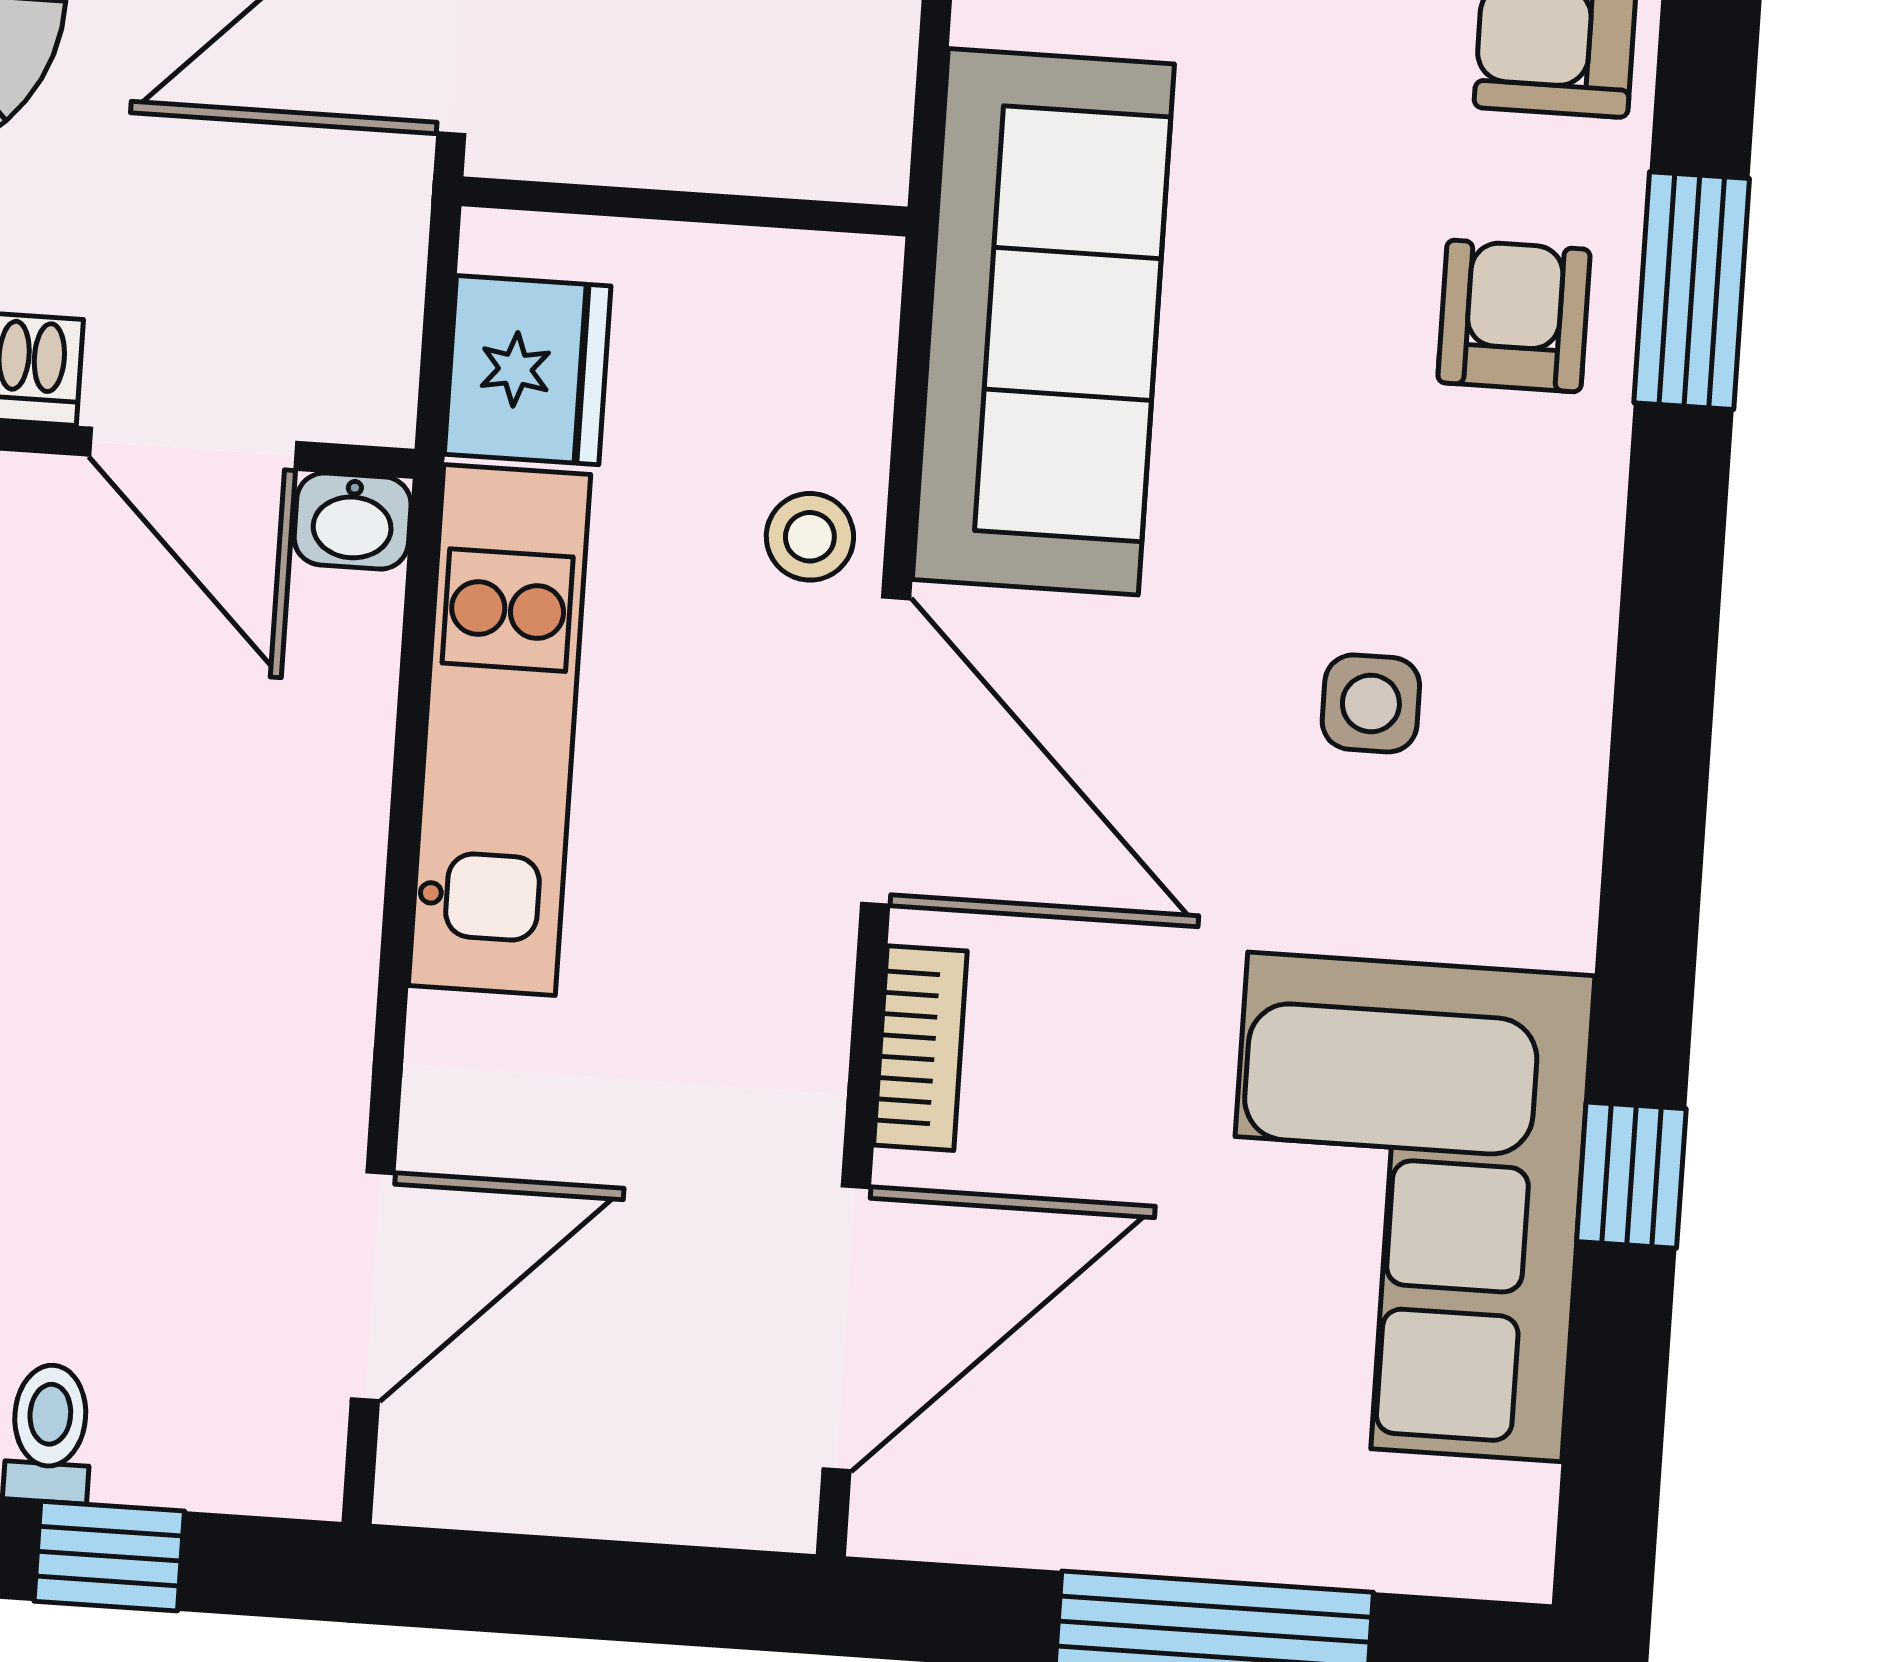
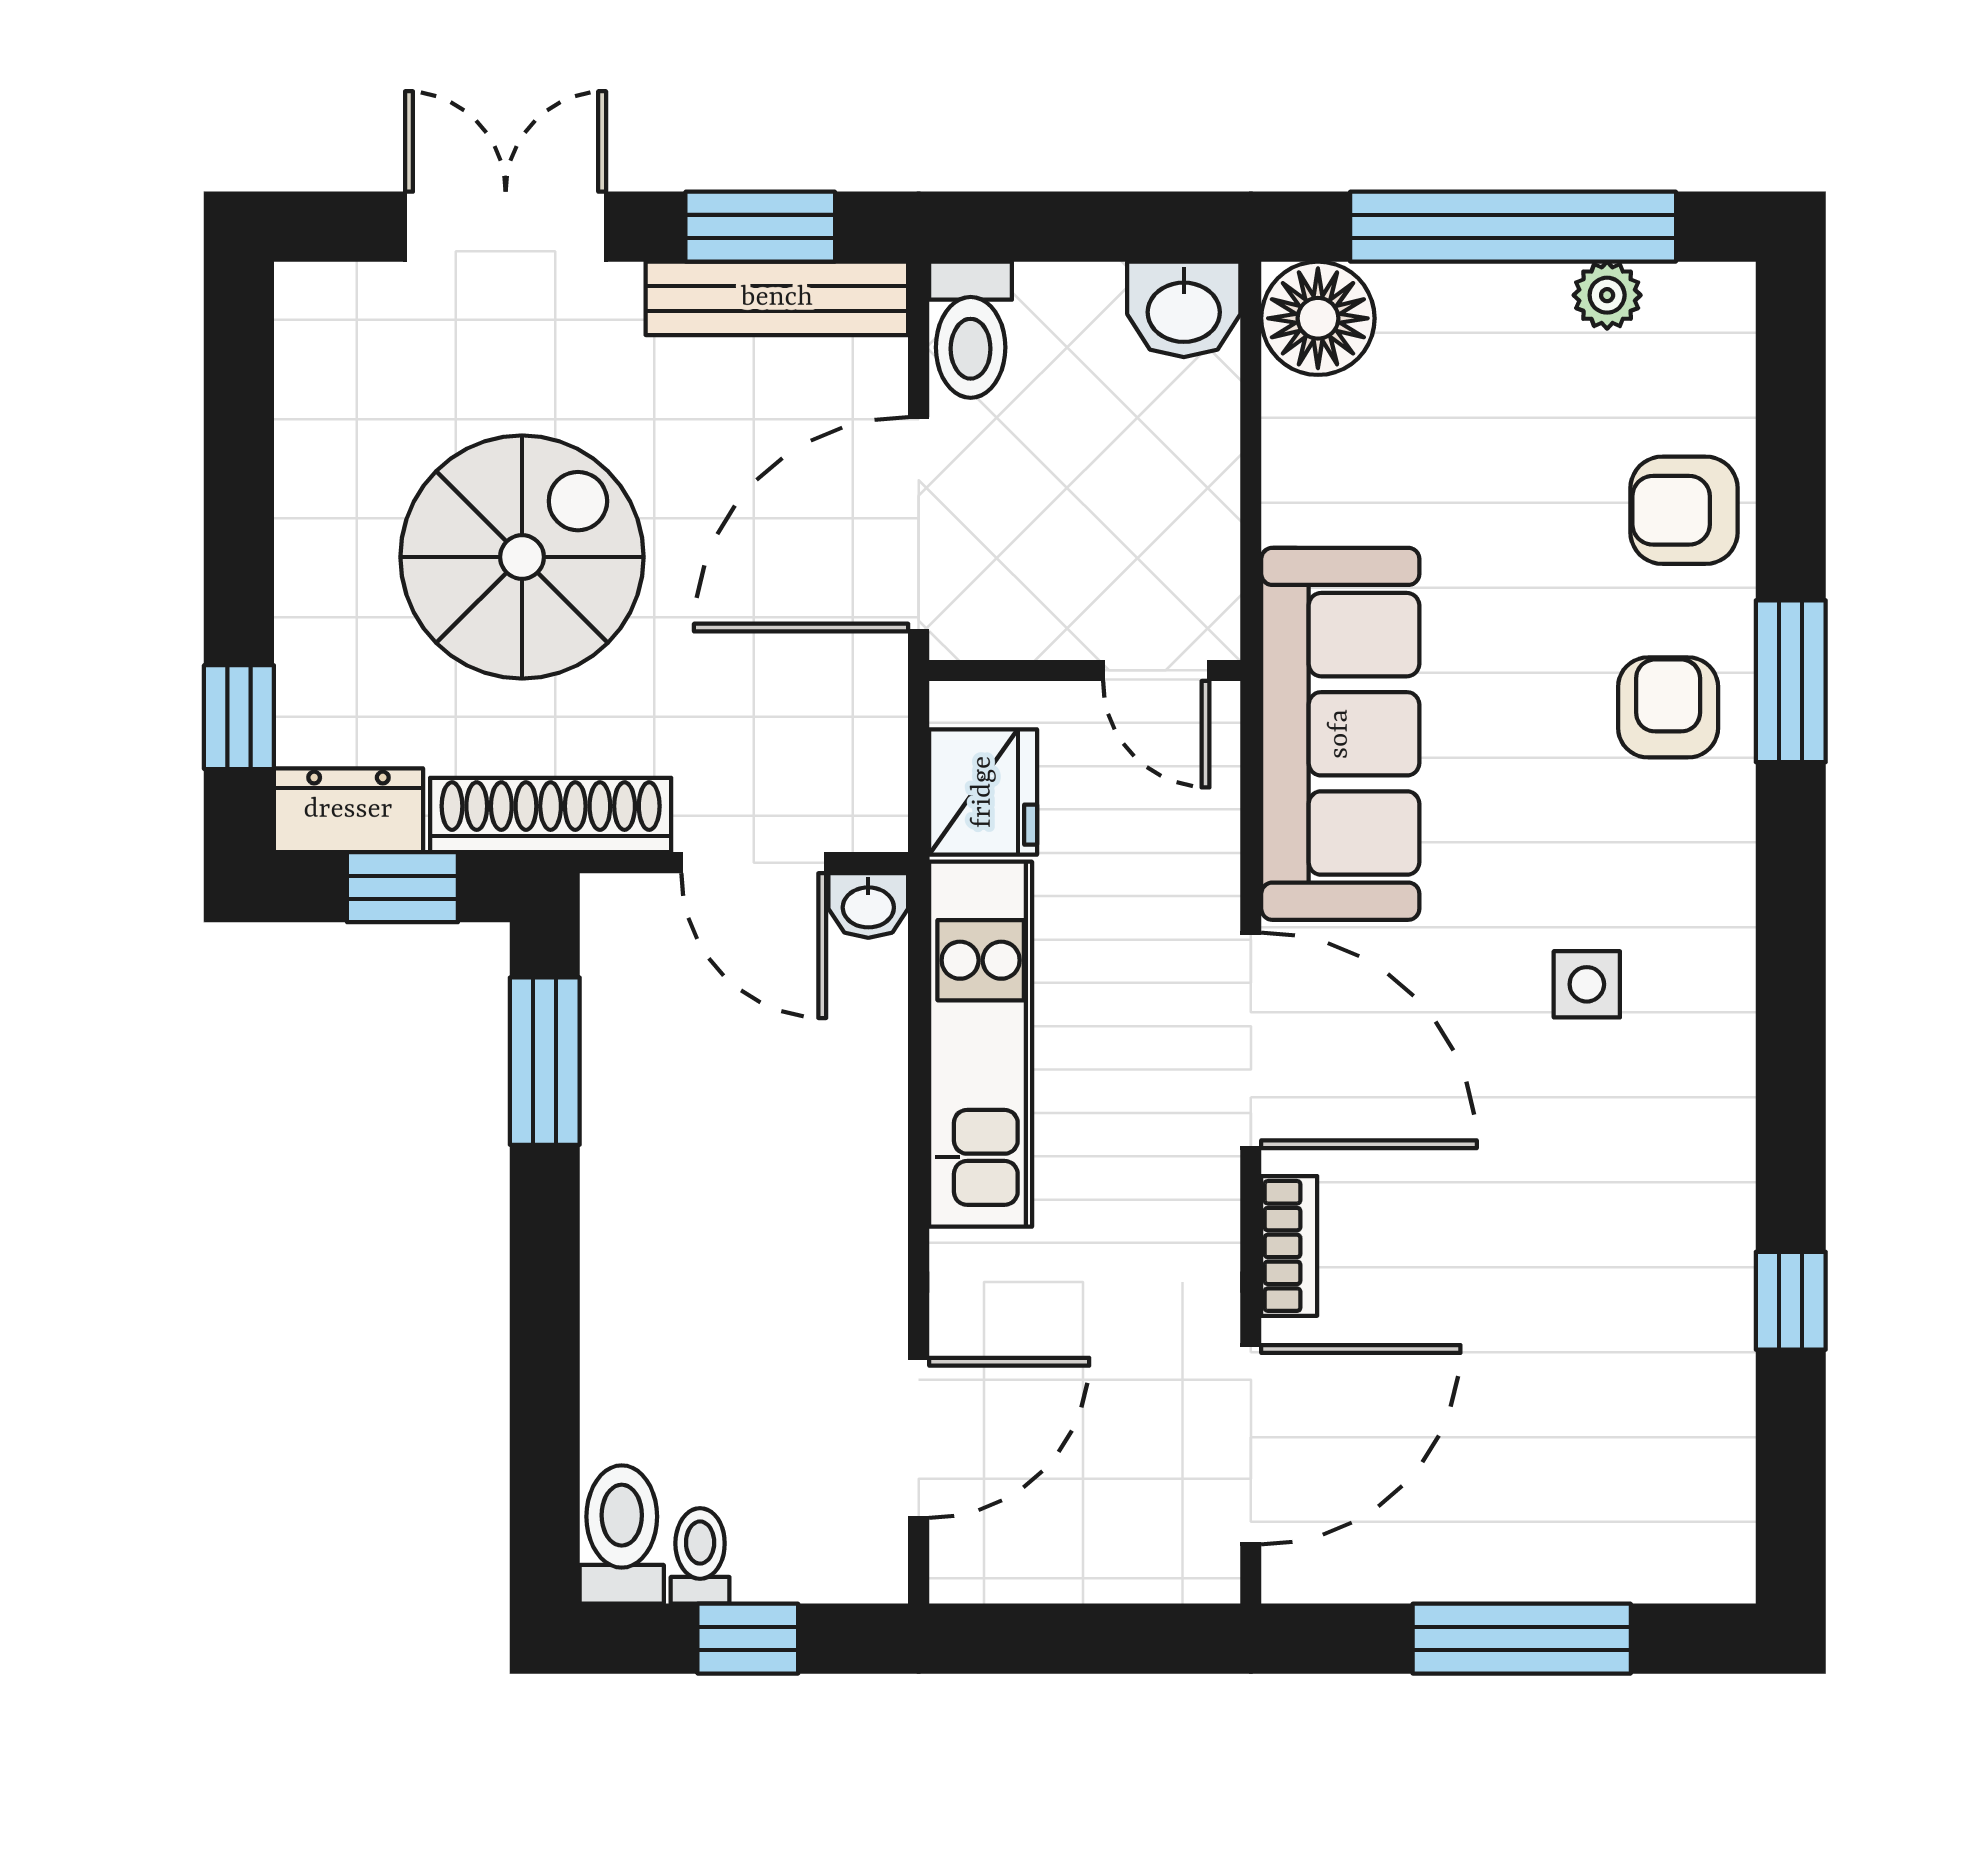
door: (787, 213) -> (1156, 670), added
stool: (810, 537) -> (1188, 895), removed
corner sofa: (1405, 1207) -> (1634, 1334), removed

